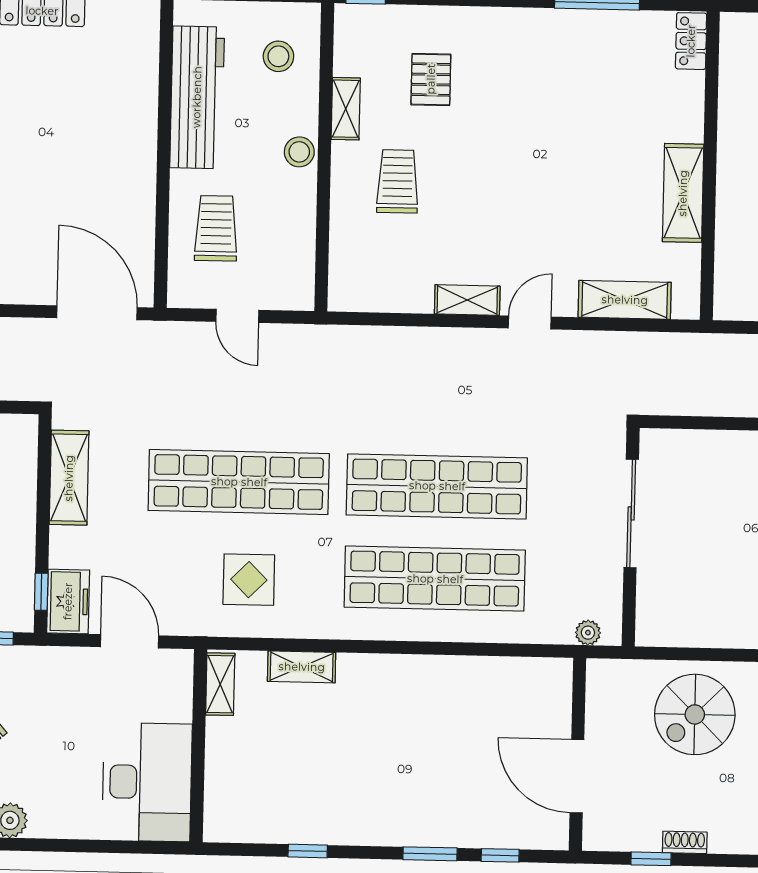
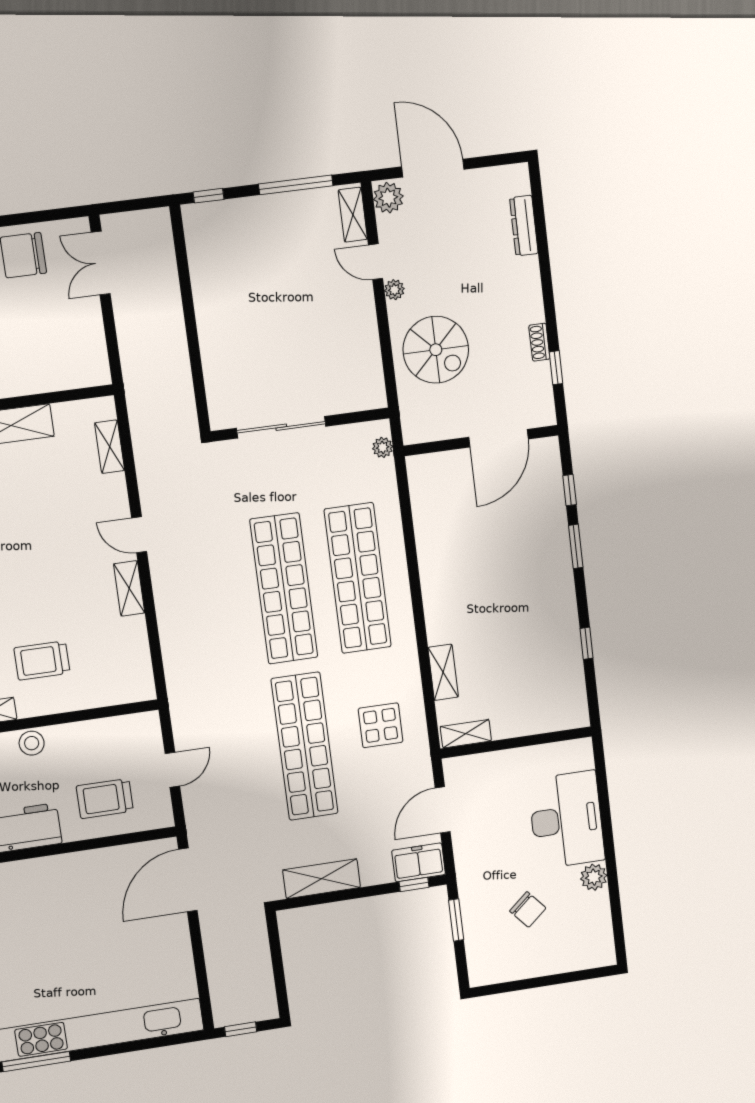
shelving: (625, 300) -> (110, 447), width x0.67, depth x0.75
desk: (147, 782) -> (566, 820), moved, turned 90

